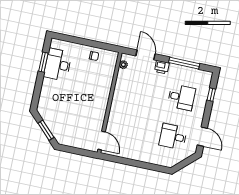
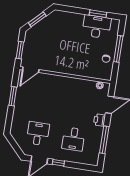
window: (84, 42) -> (118, 49), added
window: (211, 95) -> (58, 163), moved
window: (79, 151) -> (20, 50), added
window: (130, 162) -> (13, 96), added

